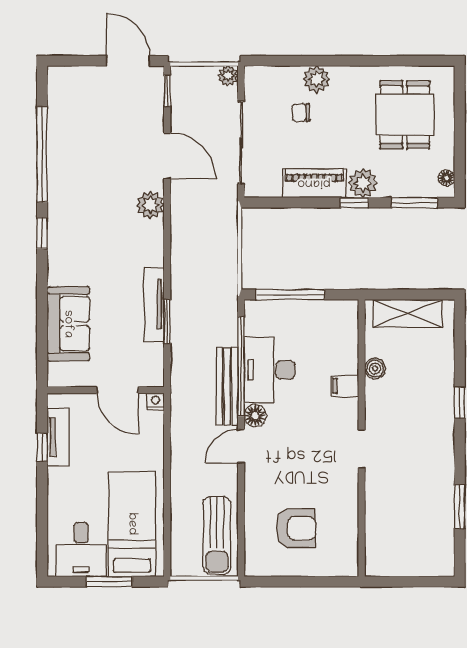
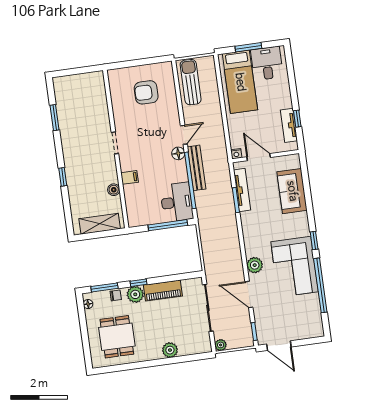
chair: (301, 113) -> (116, 295), moved
corner sofa: (82, 193) -> (295, 267), added
tv unit: (154, 304) -> (242, 190), moved
desk: (270, 370) -> (177, 202), moved

